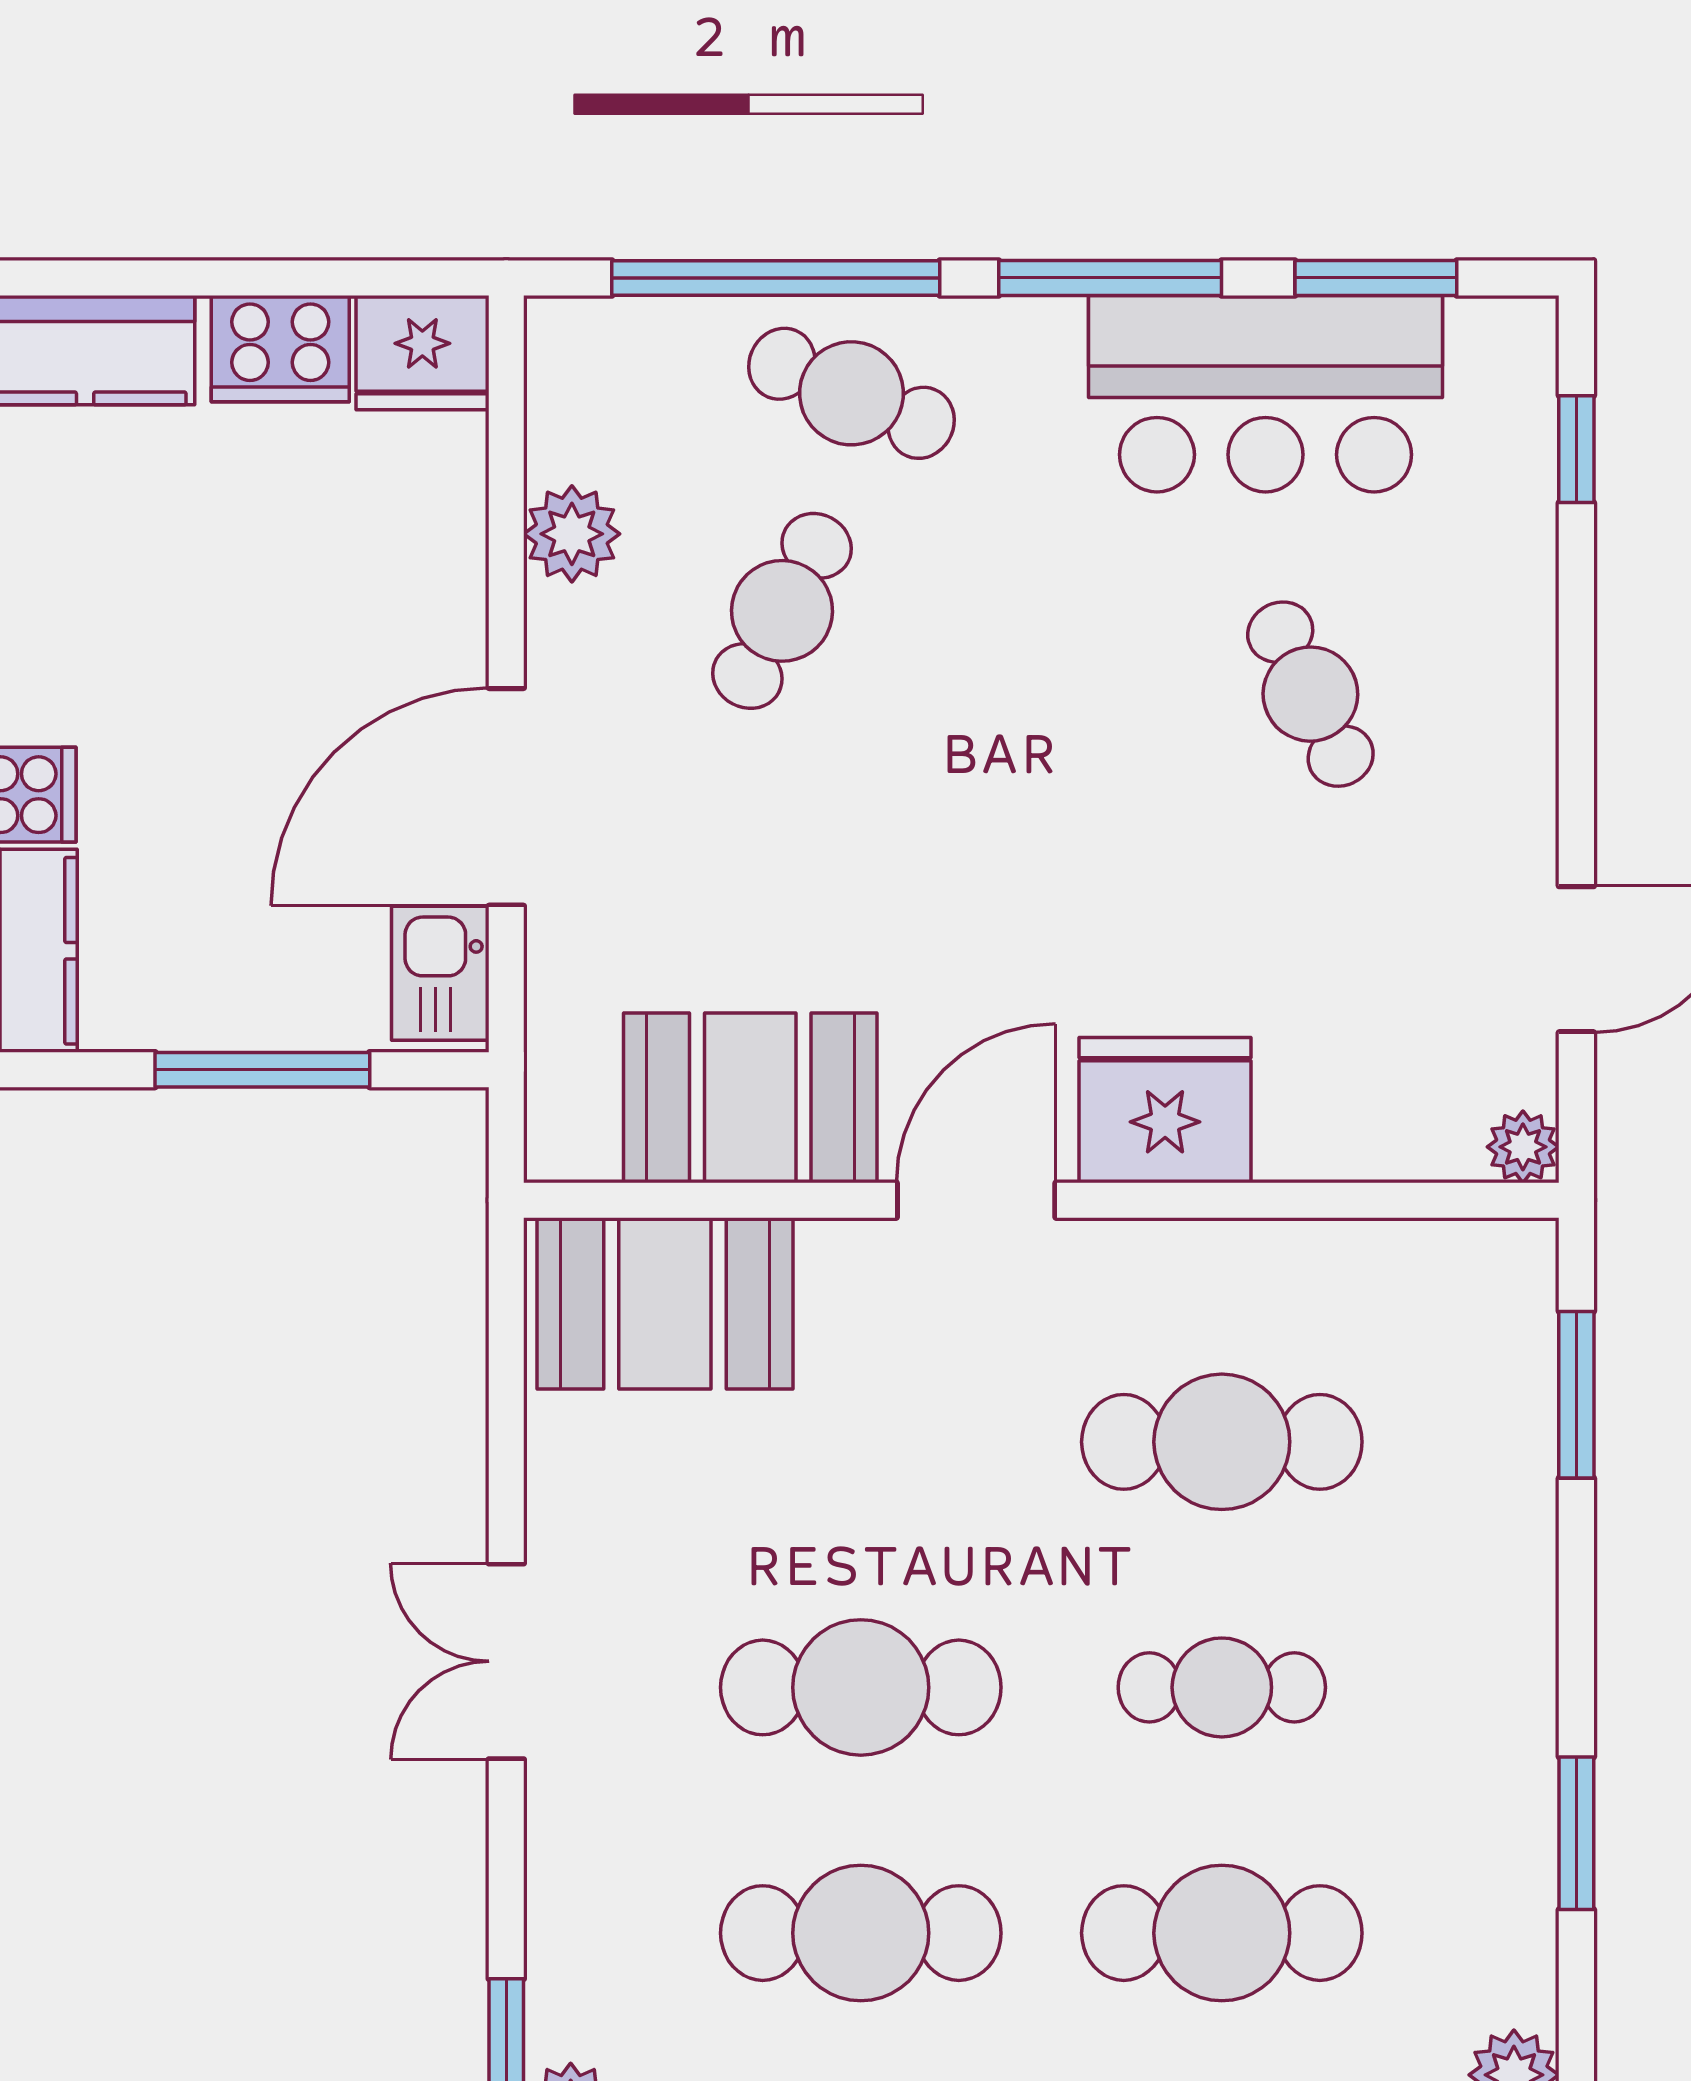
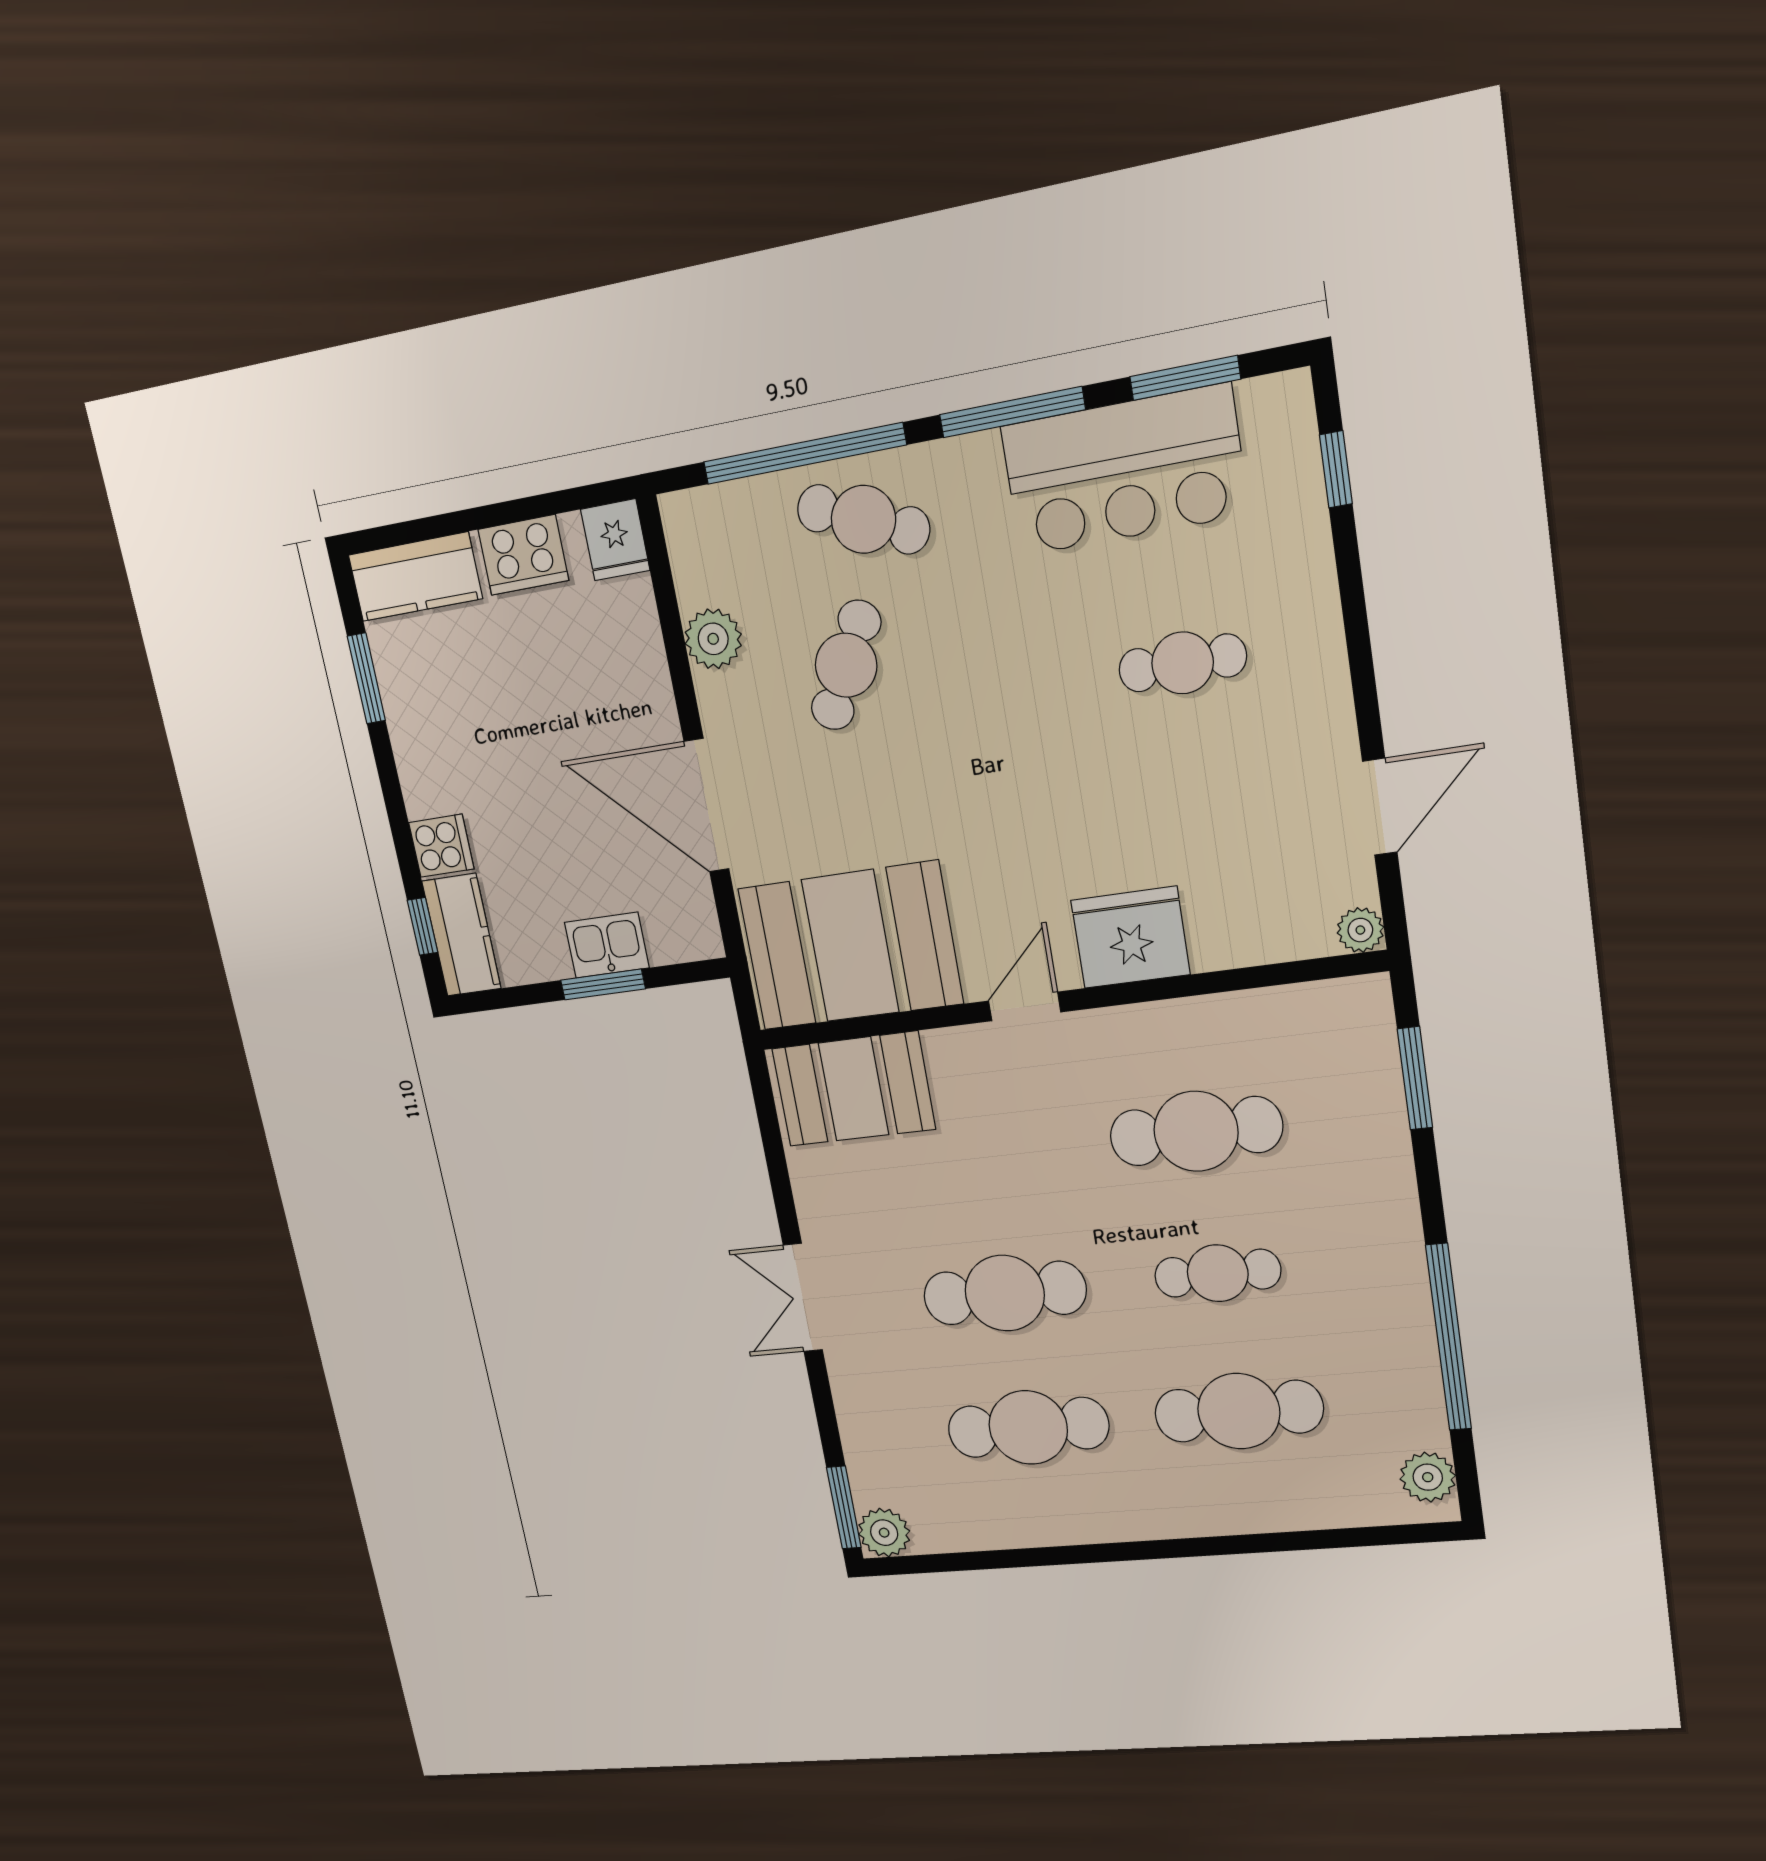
fridge: (422, 353) -> (615, 540), width x0.72
cafe table: (1310, 694) -> (1183, 663), turned -64
door: (506, 797) -> (706, 805), hinge flipped
kitchen sink: (440, 973) -> (607, 945), moved, turned 90
window: (262, 1070) -> (603, 985), width x0.69
booth: (750, 1098) -> (850, 946), width x1.36, depth x1.42
door: (976, 1200) -> (1024, 1006), width x0.73
window: (1576, 1833) -> (1449, 1337), width x2.11

